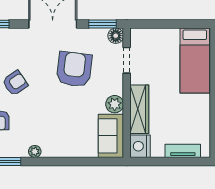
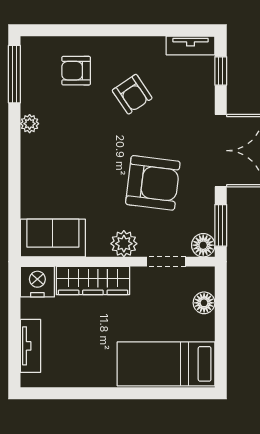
floor lamp: (154, 35) -> (204, 303), added
plant: (115, 104) -> (124, 244), moved

